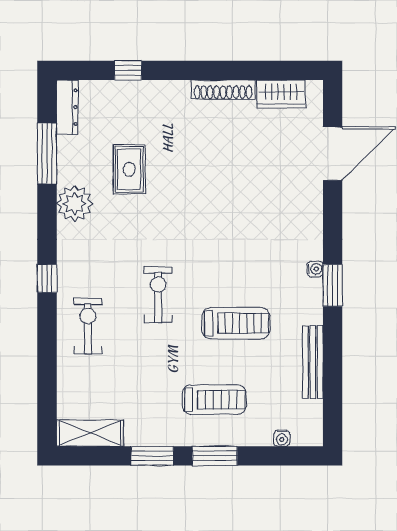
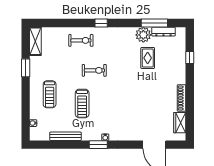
dresser: (67, 107) -> (163, 32), moved
rug: (129, 169) -> (148, 58), turned 90
plant: (75, 204) -> (143, 35), moved
window: (215, 456) -> (26, 94), removed

